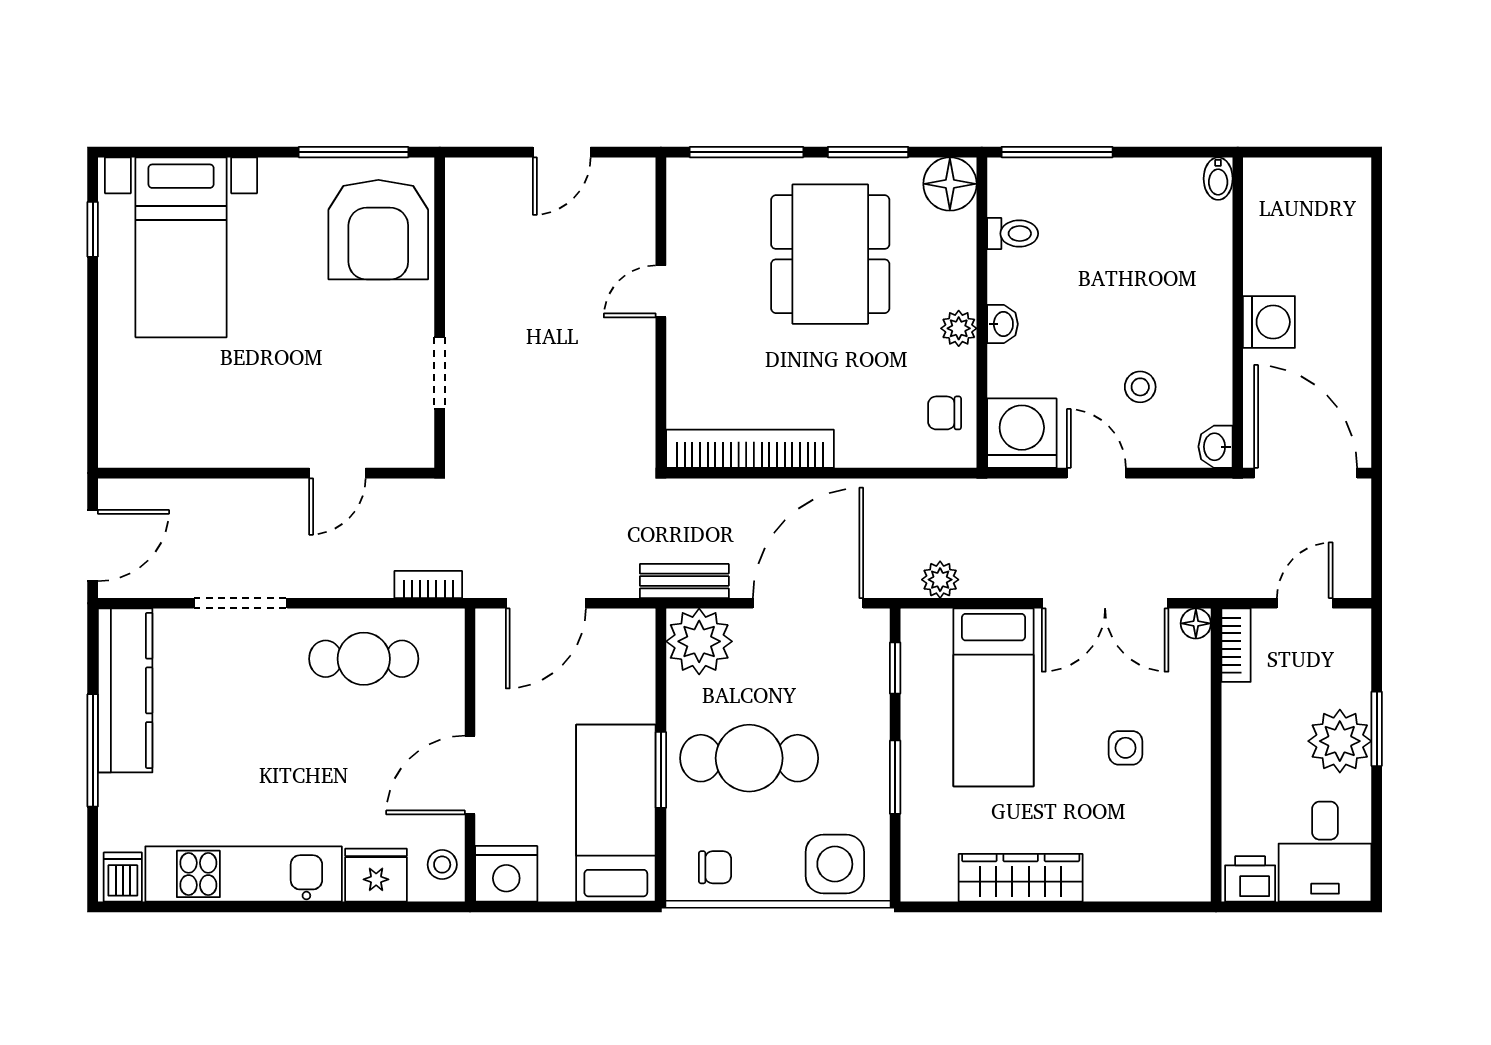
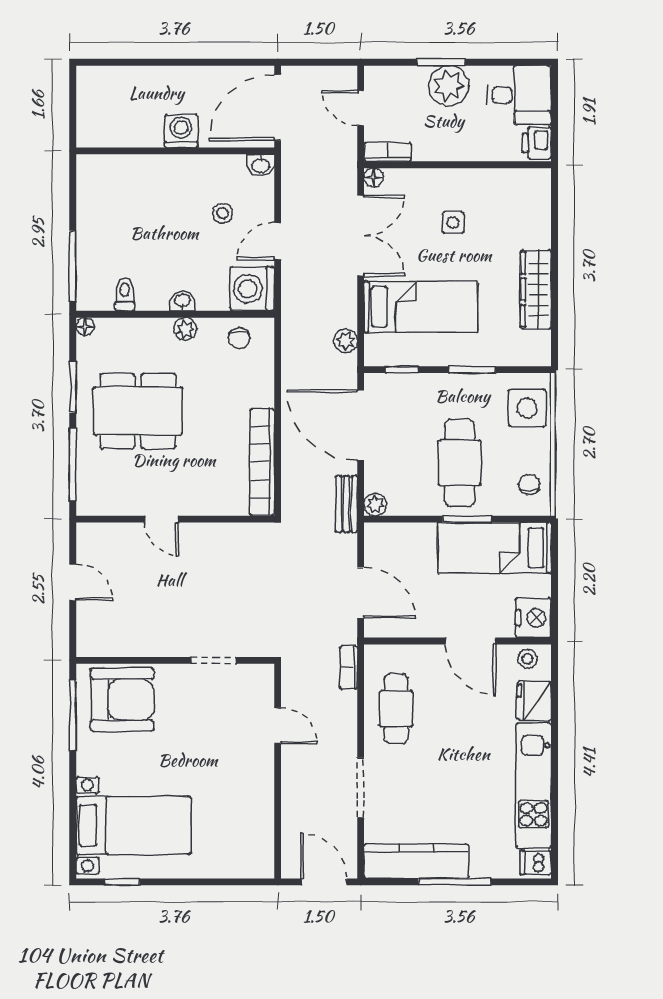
bidet: (1218, 179) -> (90, 163), removed
floor lamp: (950, 184) -> (85, 327), width x0.53, depth x0.53
plant: (699, 641) -> (375, 505), width x0.53, depth x0.53

